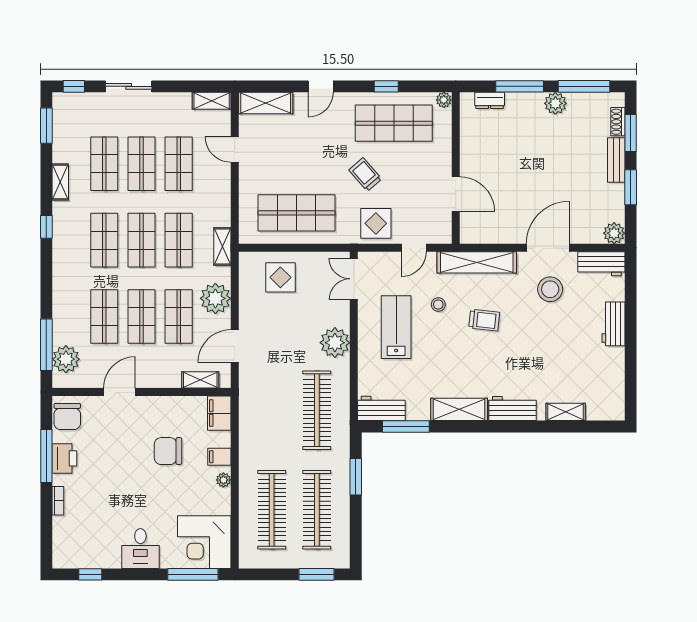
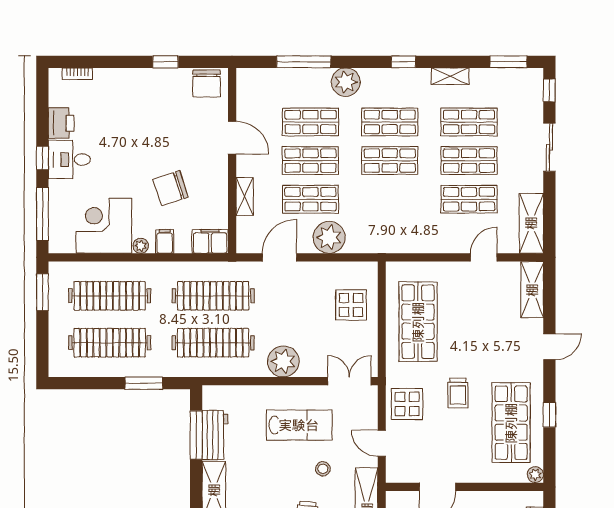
door: (321, 86) -> (549, 347), swing flipped
shelving: (212, 101) -> (531, 223), width x1.50, depth x1.33
trolley: (365, 174) -> (458, 393), turned 131
shop shelf: (179, 240) -> (390, 199), removed
shelving: (222, 247) -> (383, 245), removed
window: (46, 345) -> (304, 62), moved
door: (235, 346) -> (280, 257), hinge flipped
plant: (66, 359) -> (346, 82), moved
shelving: (200, 380) -> (245, 196), moved
workbench: (381, 408) -> (215, 435), moved
clothes rail: (272, 410) -> (213, 296), added
chair: (67, 416) -> (207, 83), turned -90
chair: (168, 451) -> (171, 188), turned -108
window: (46, 456) -> (165, 62), width x0.46
printer: (64, 458) -> (61, 123), moved, turned -90
bookcase: (58, 501) -> (77, 74), moved
corner desk: (204, 542) -> (104, 226), moved
window: (90, 574) -> (42, 158), moved
window: (316, 574) -> (42, 292), moved

